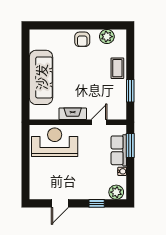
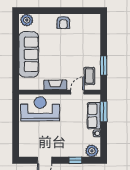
plant: (107, 37) -> (27, 20), moved
coffee table: (117, 68) -> (89, 76), moved

